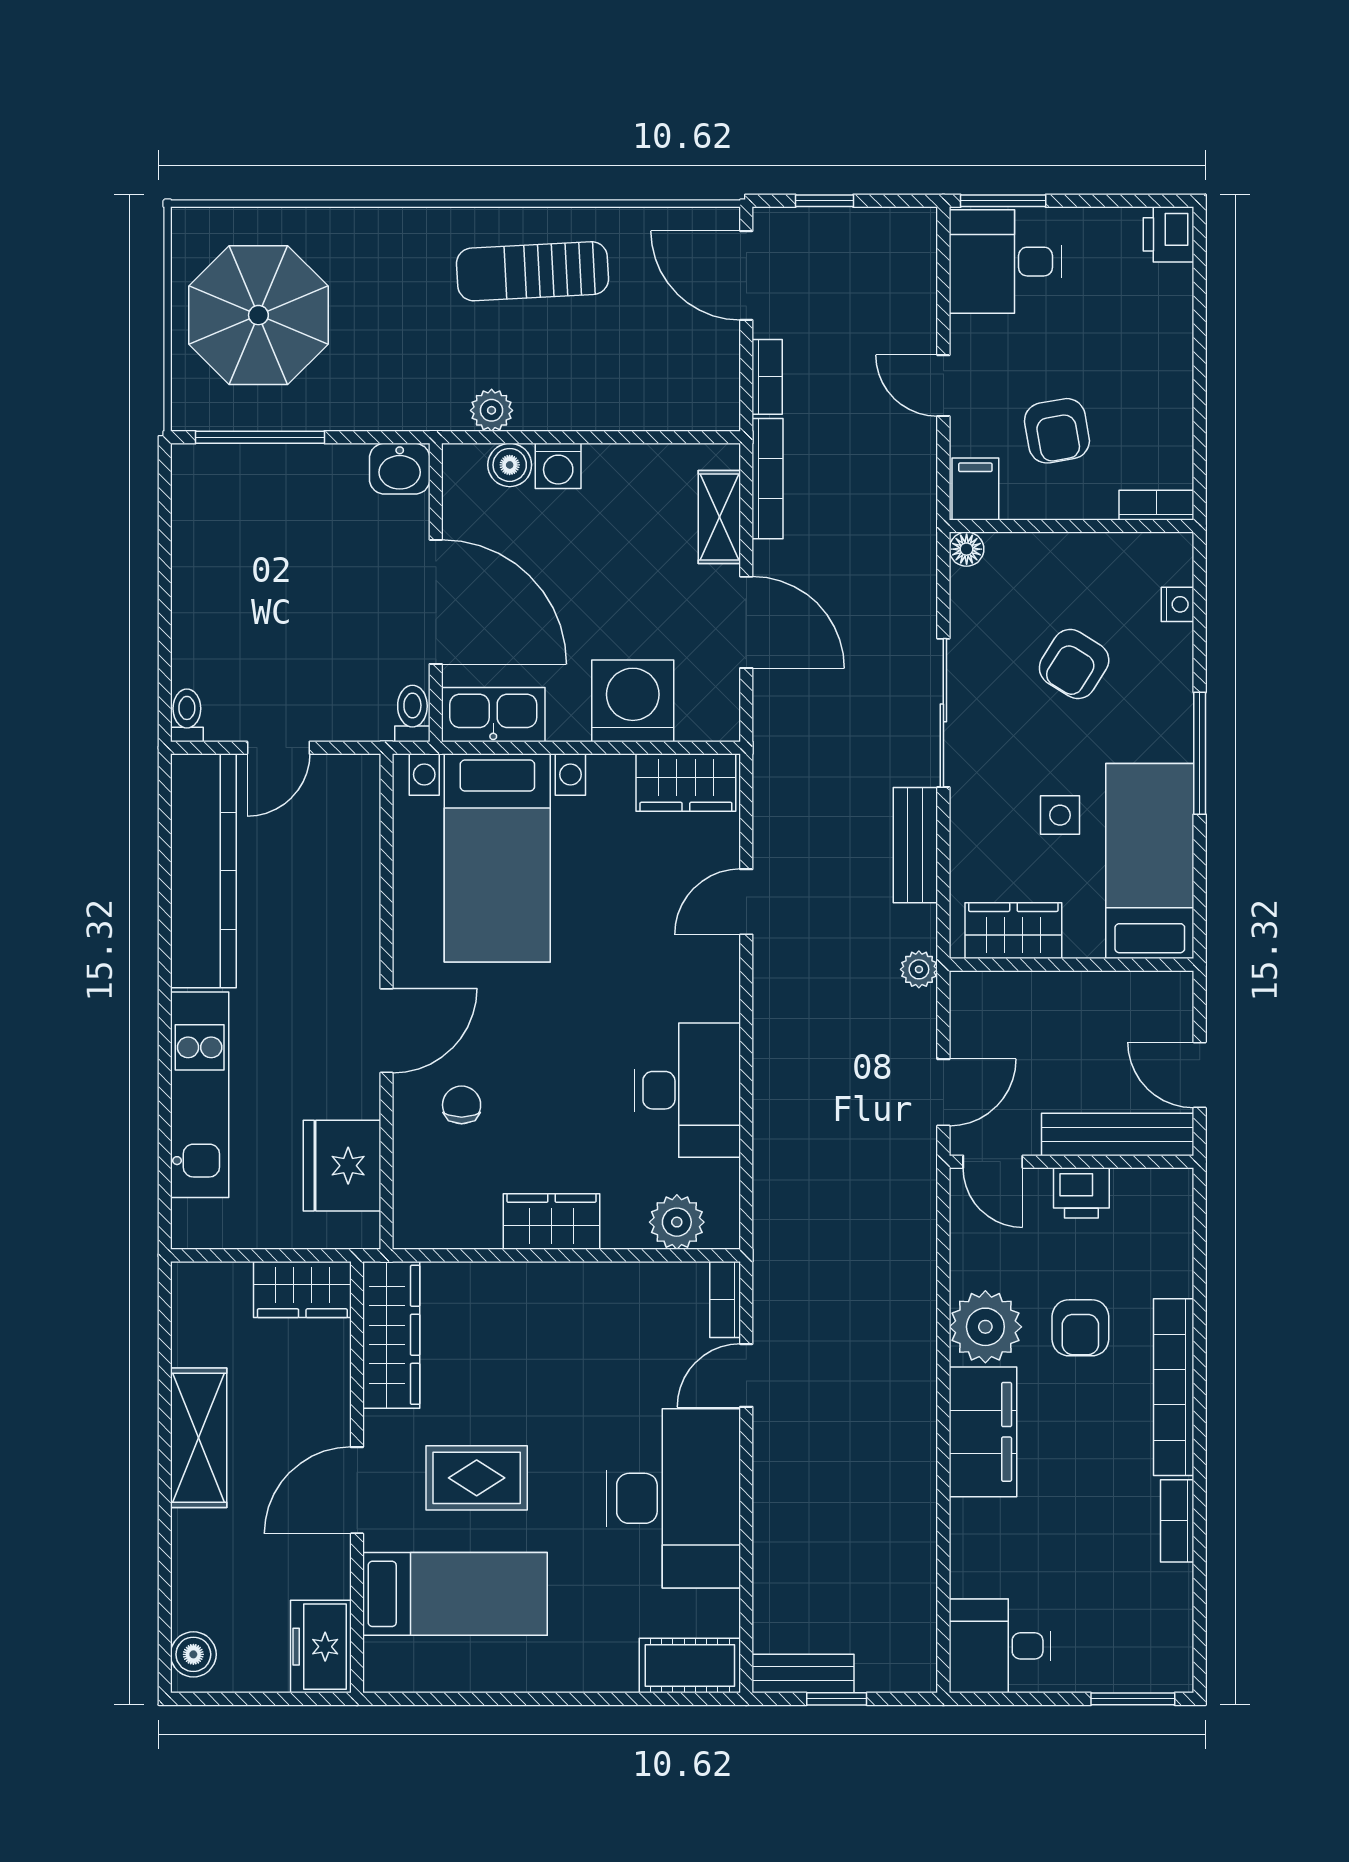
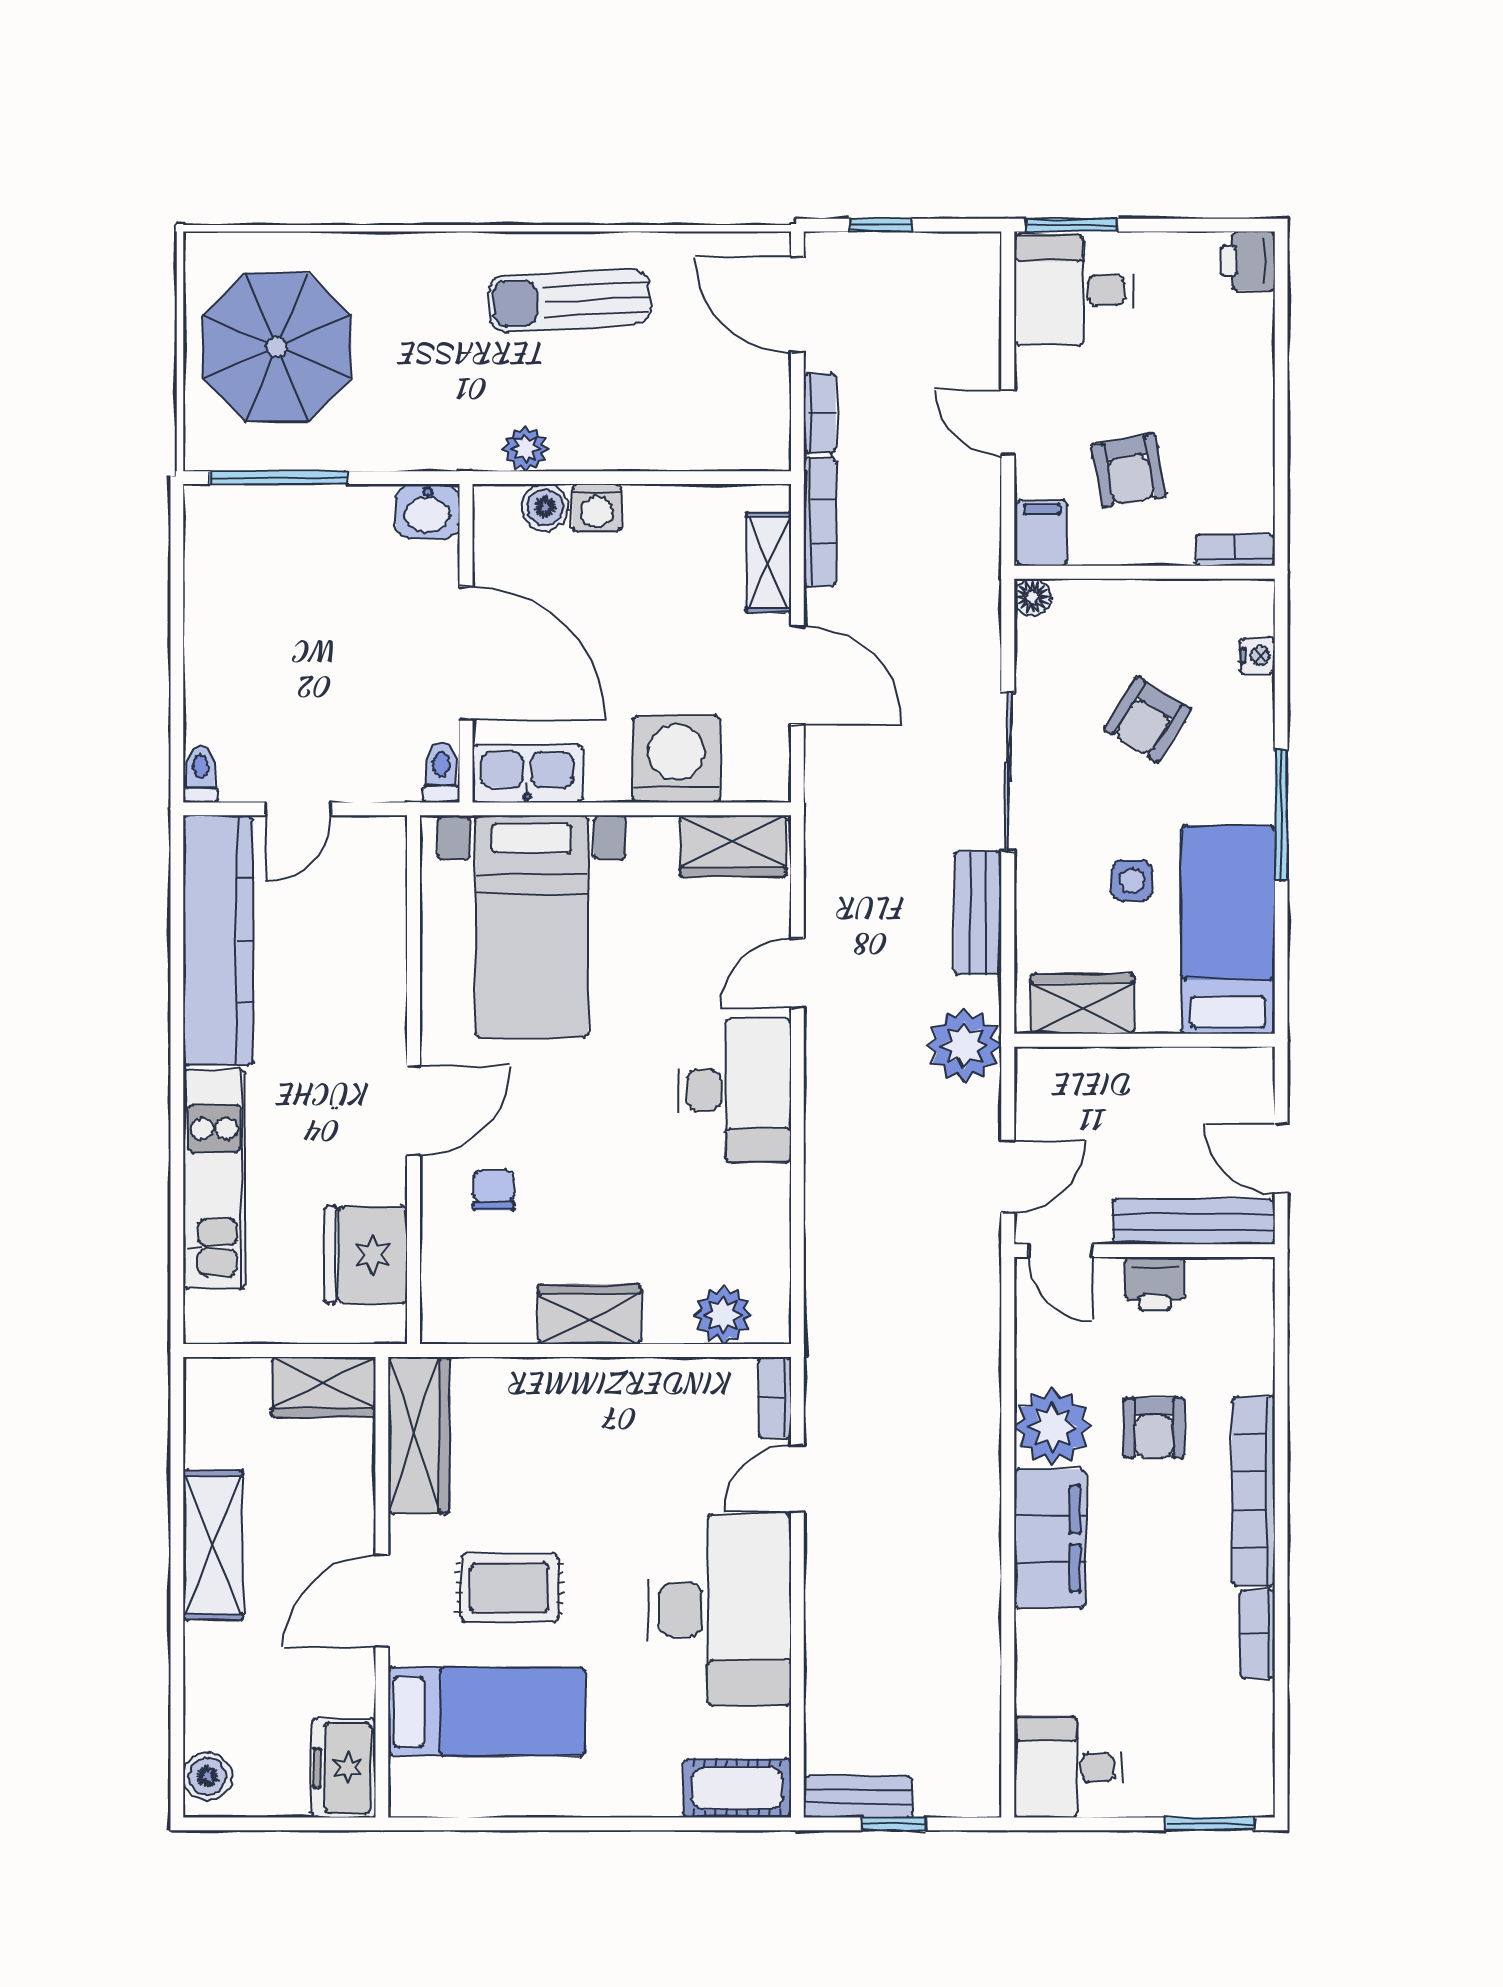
plant: (919, 969) -> (964, 1045), width x1.87, depth x1.87
desk: (687, 1090) -> (735, 1090), moved

